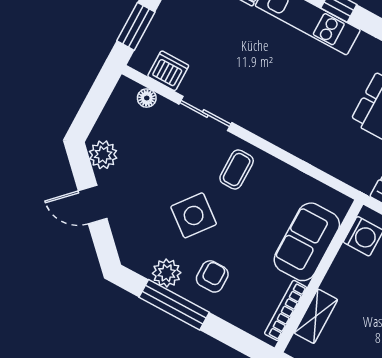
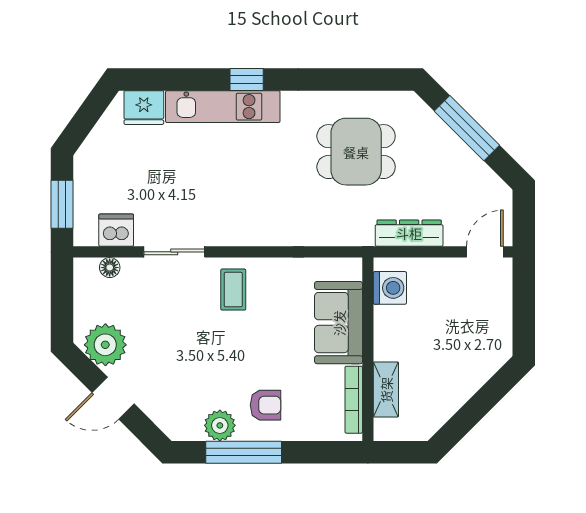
plant: (103, 155) -> (105, 345), width x1.36, depth x1.36
side table: (194, 215) -> (216, 356), removed
armchair: (212, 276) -> (266, 405), turned 90

